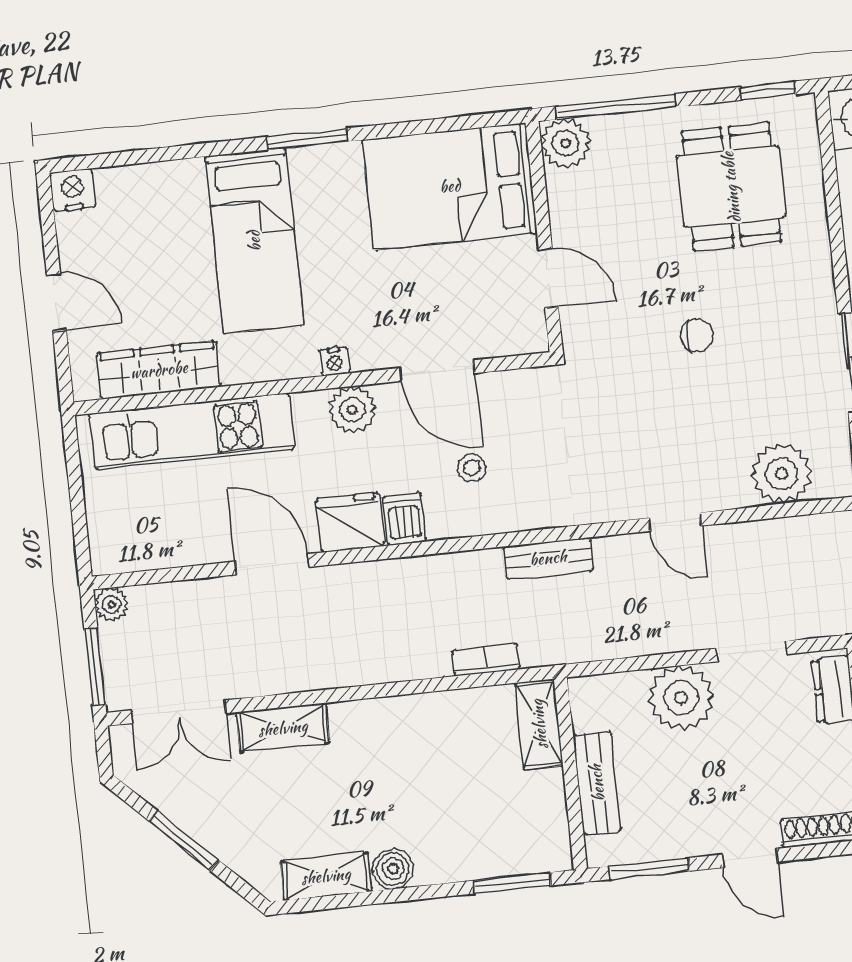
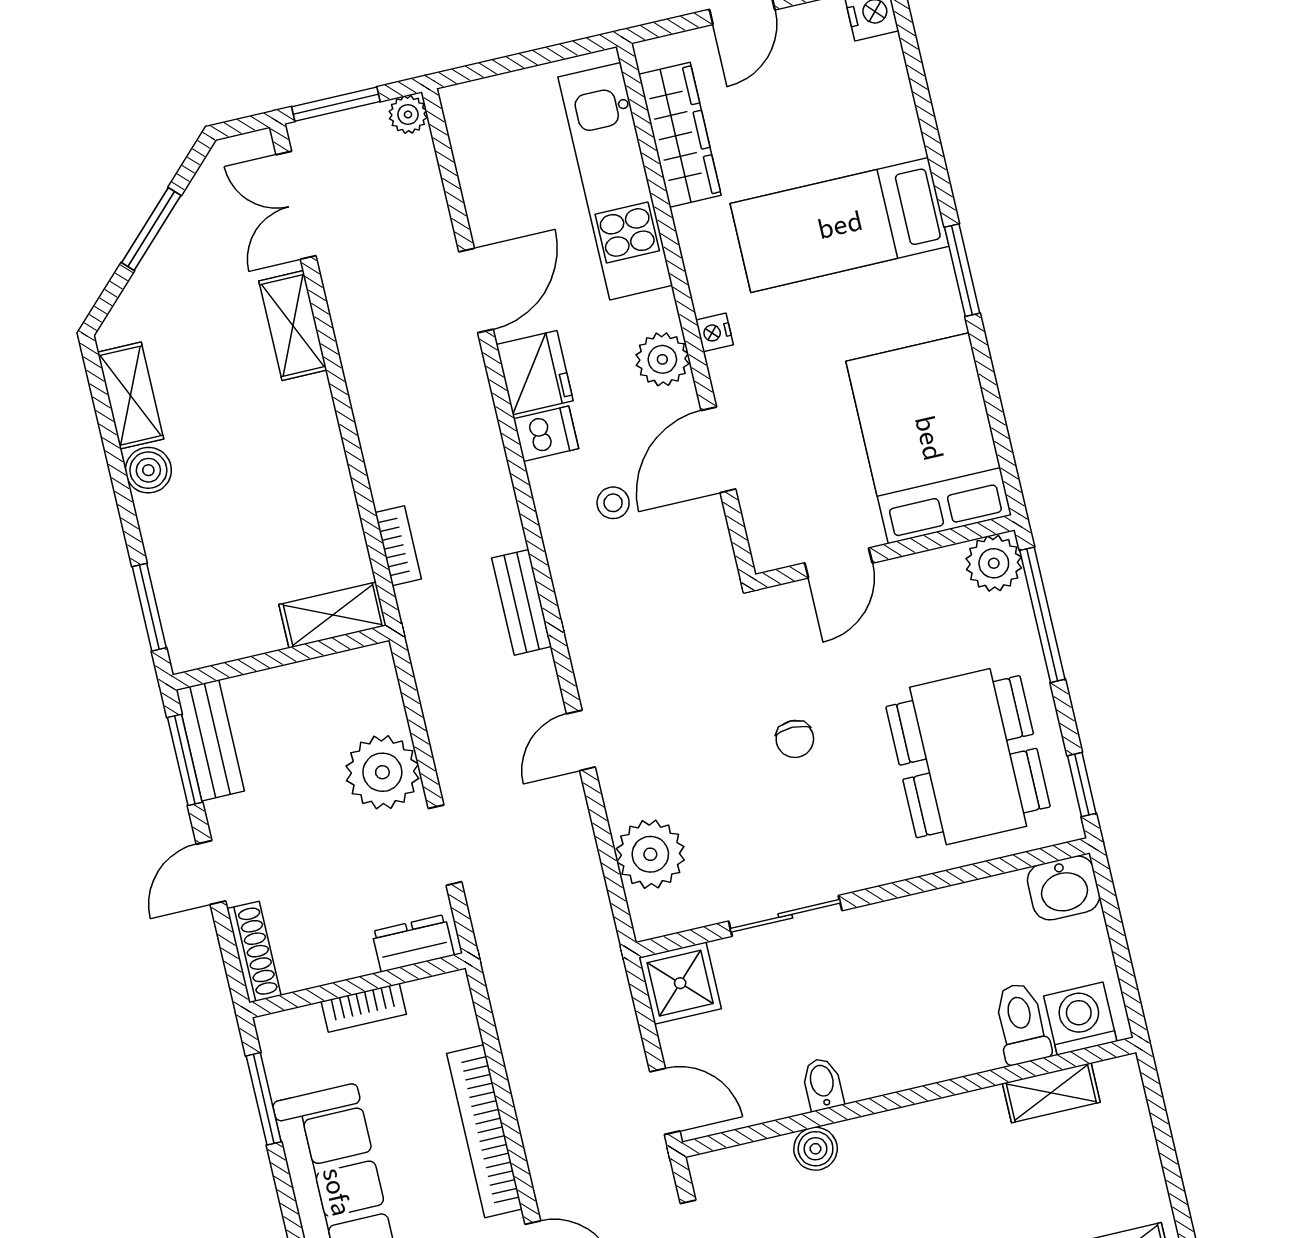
dining table: (731, 187) -> (968, 757), width x1.38
bench: (597, 783) -> (210, 740), moved, turned 90

